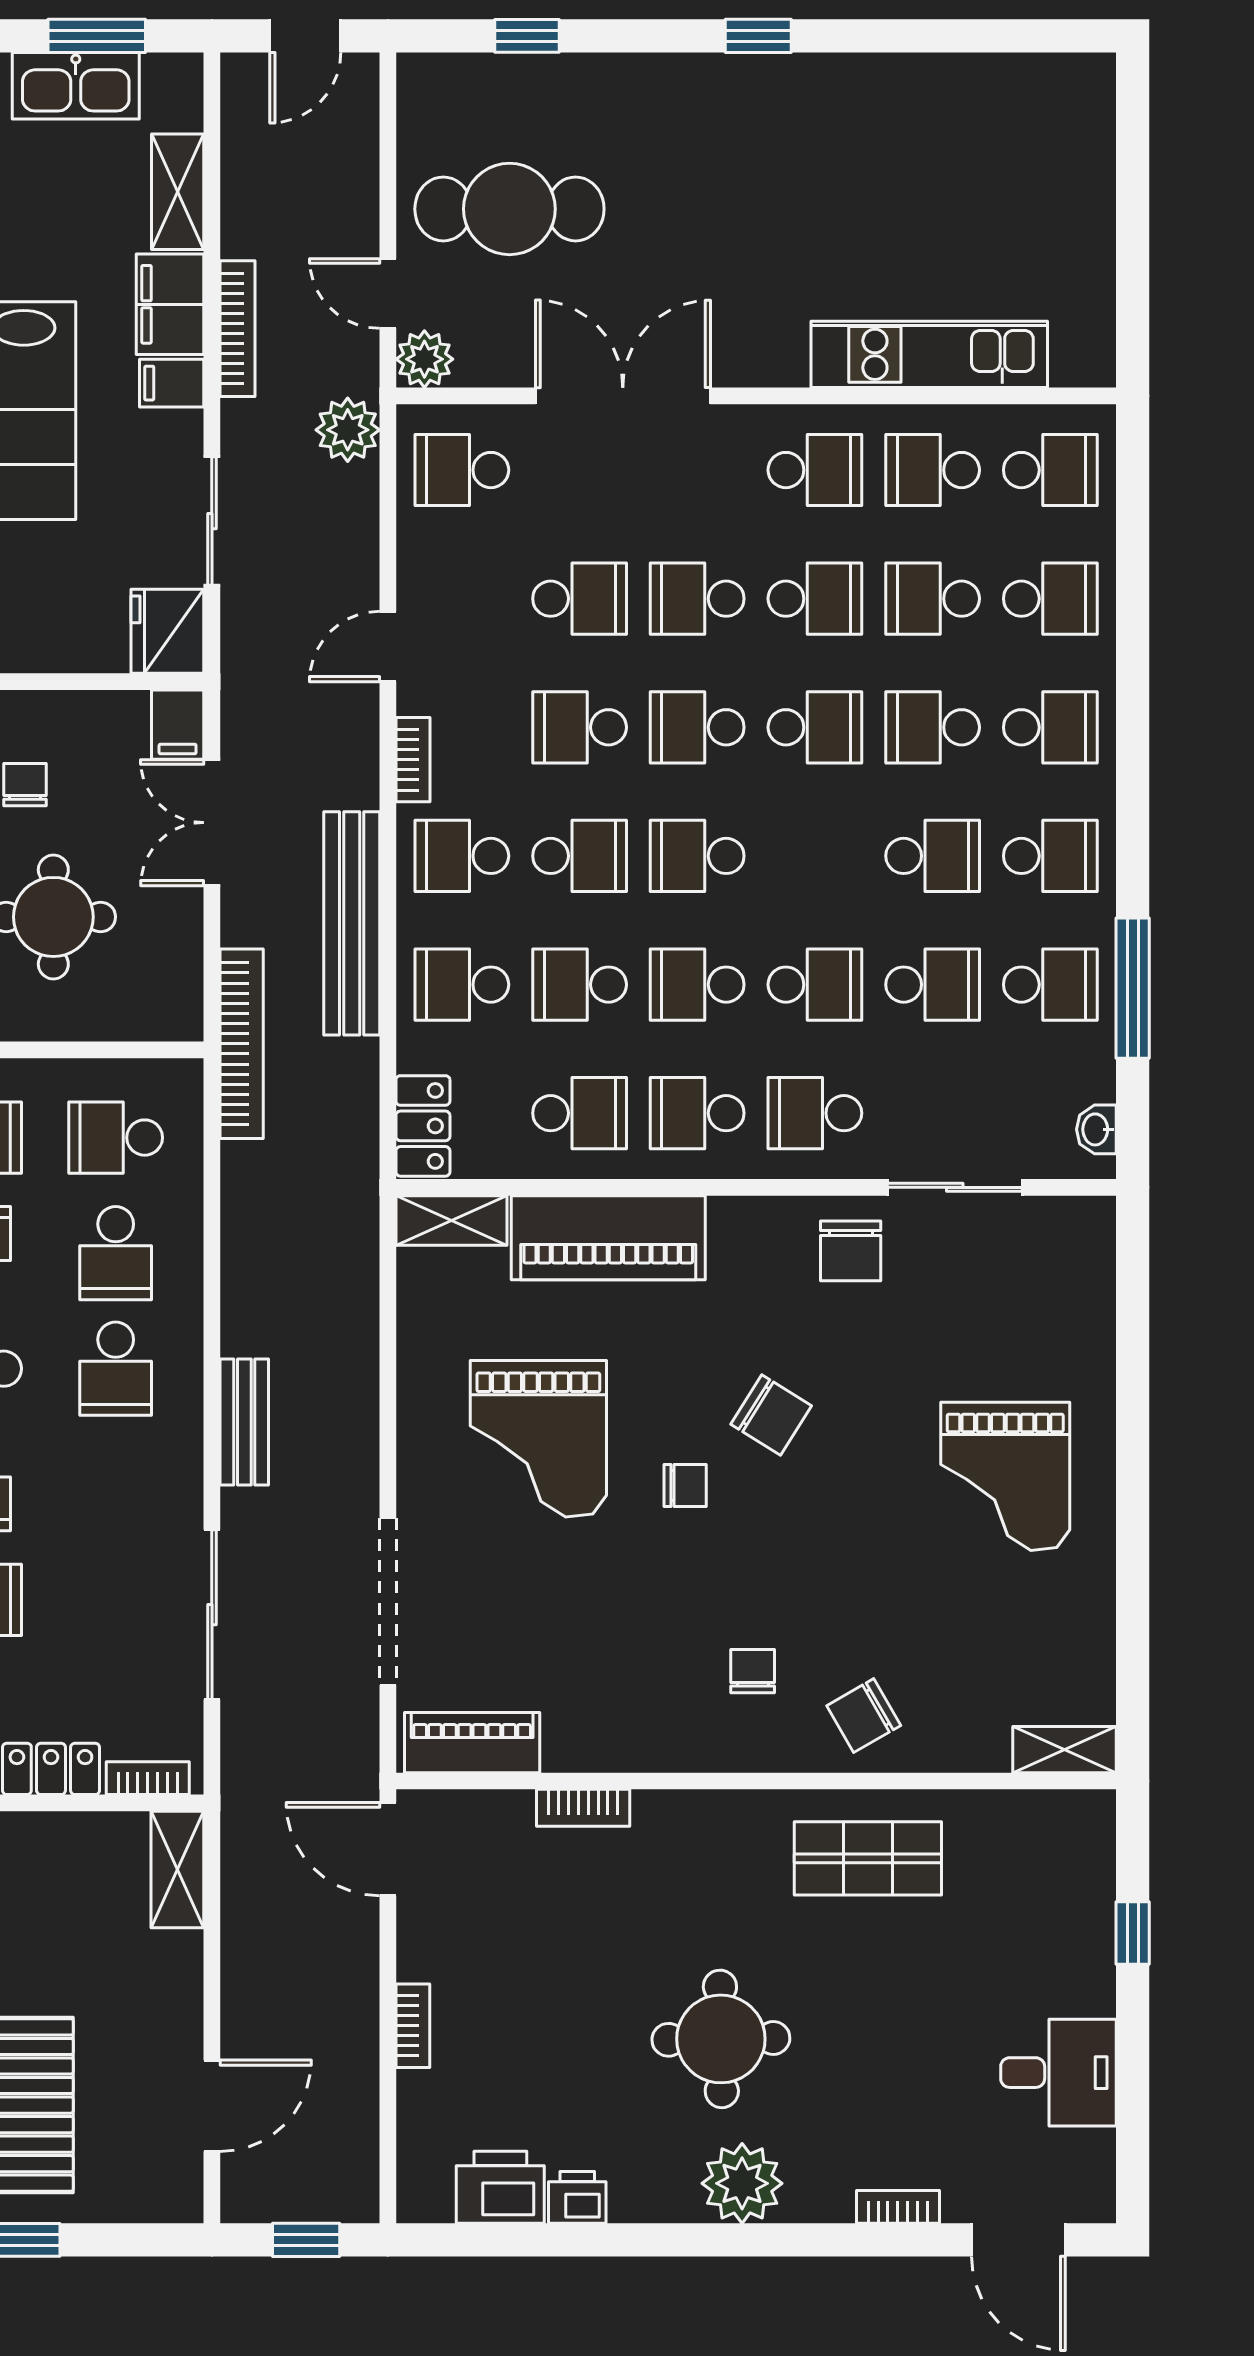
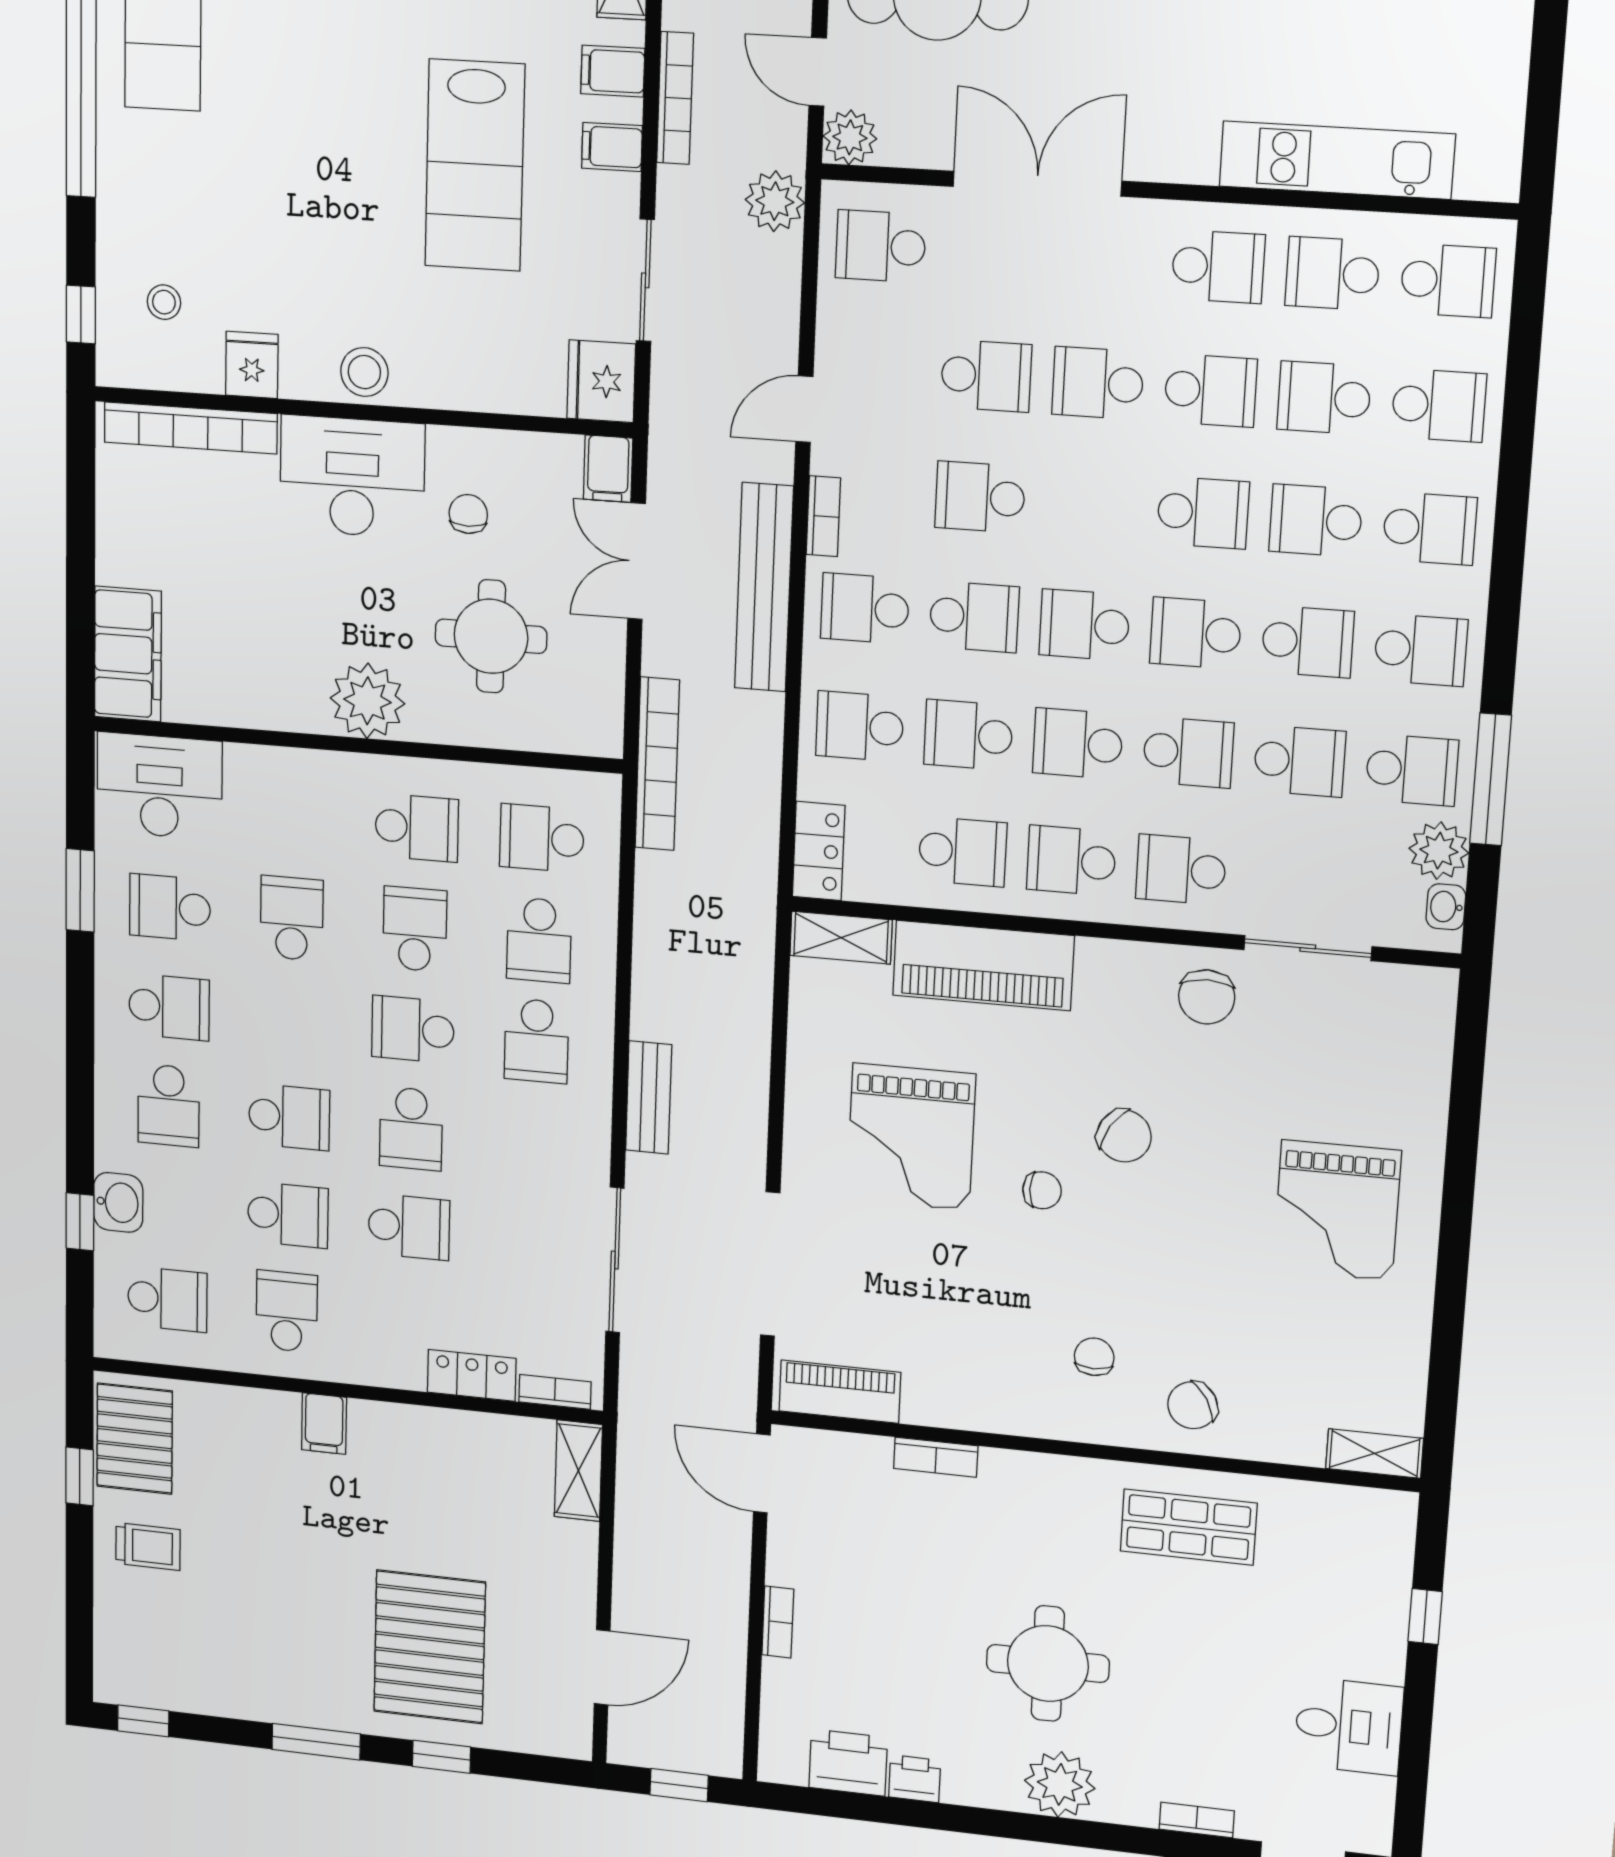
filing cabinet: (170, 304) -> (613, 71), width x0.50
school desk: (697, 727) -> (1196, 633), moved
bench: (352, 923) -> (764, 587), moved
plant: (1085, 1069) -> (1439, 851), added

